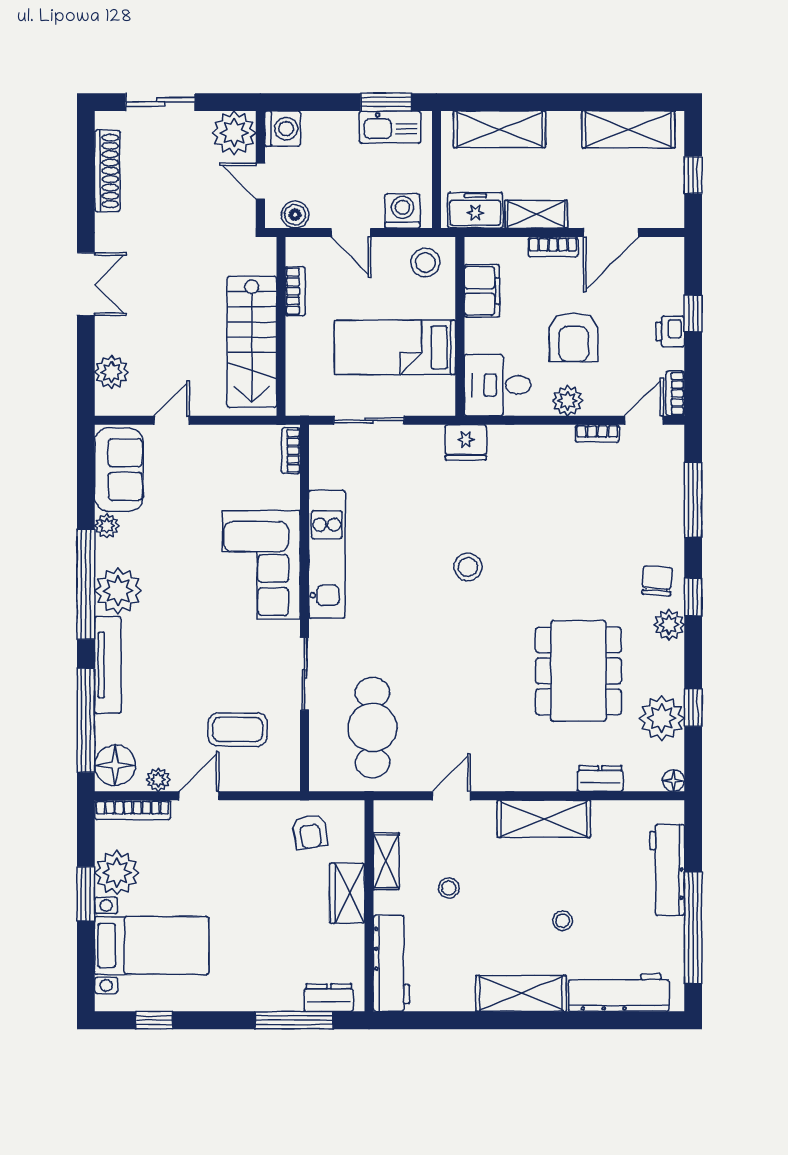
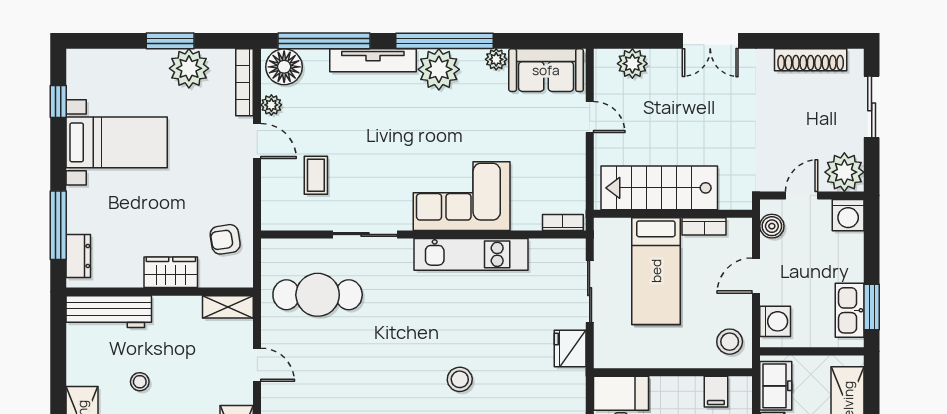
filing cabinet: (482, 291) -> (716, 392), width x0.50
bed: (395, 347) -> (656, 271), moved, turned 180
fridge: (466, 442) -> (570, 348), moved
coffee table: (238, 729) -> (316, 175), width x0.73, depth x0.77
shelving: (386, 861) -> (228, 307), moved
stool: (449, 888) -> (140, 382), moved
bed with nightstands: (152, 945) -> (117, 142), moved, turned -90

